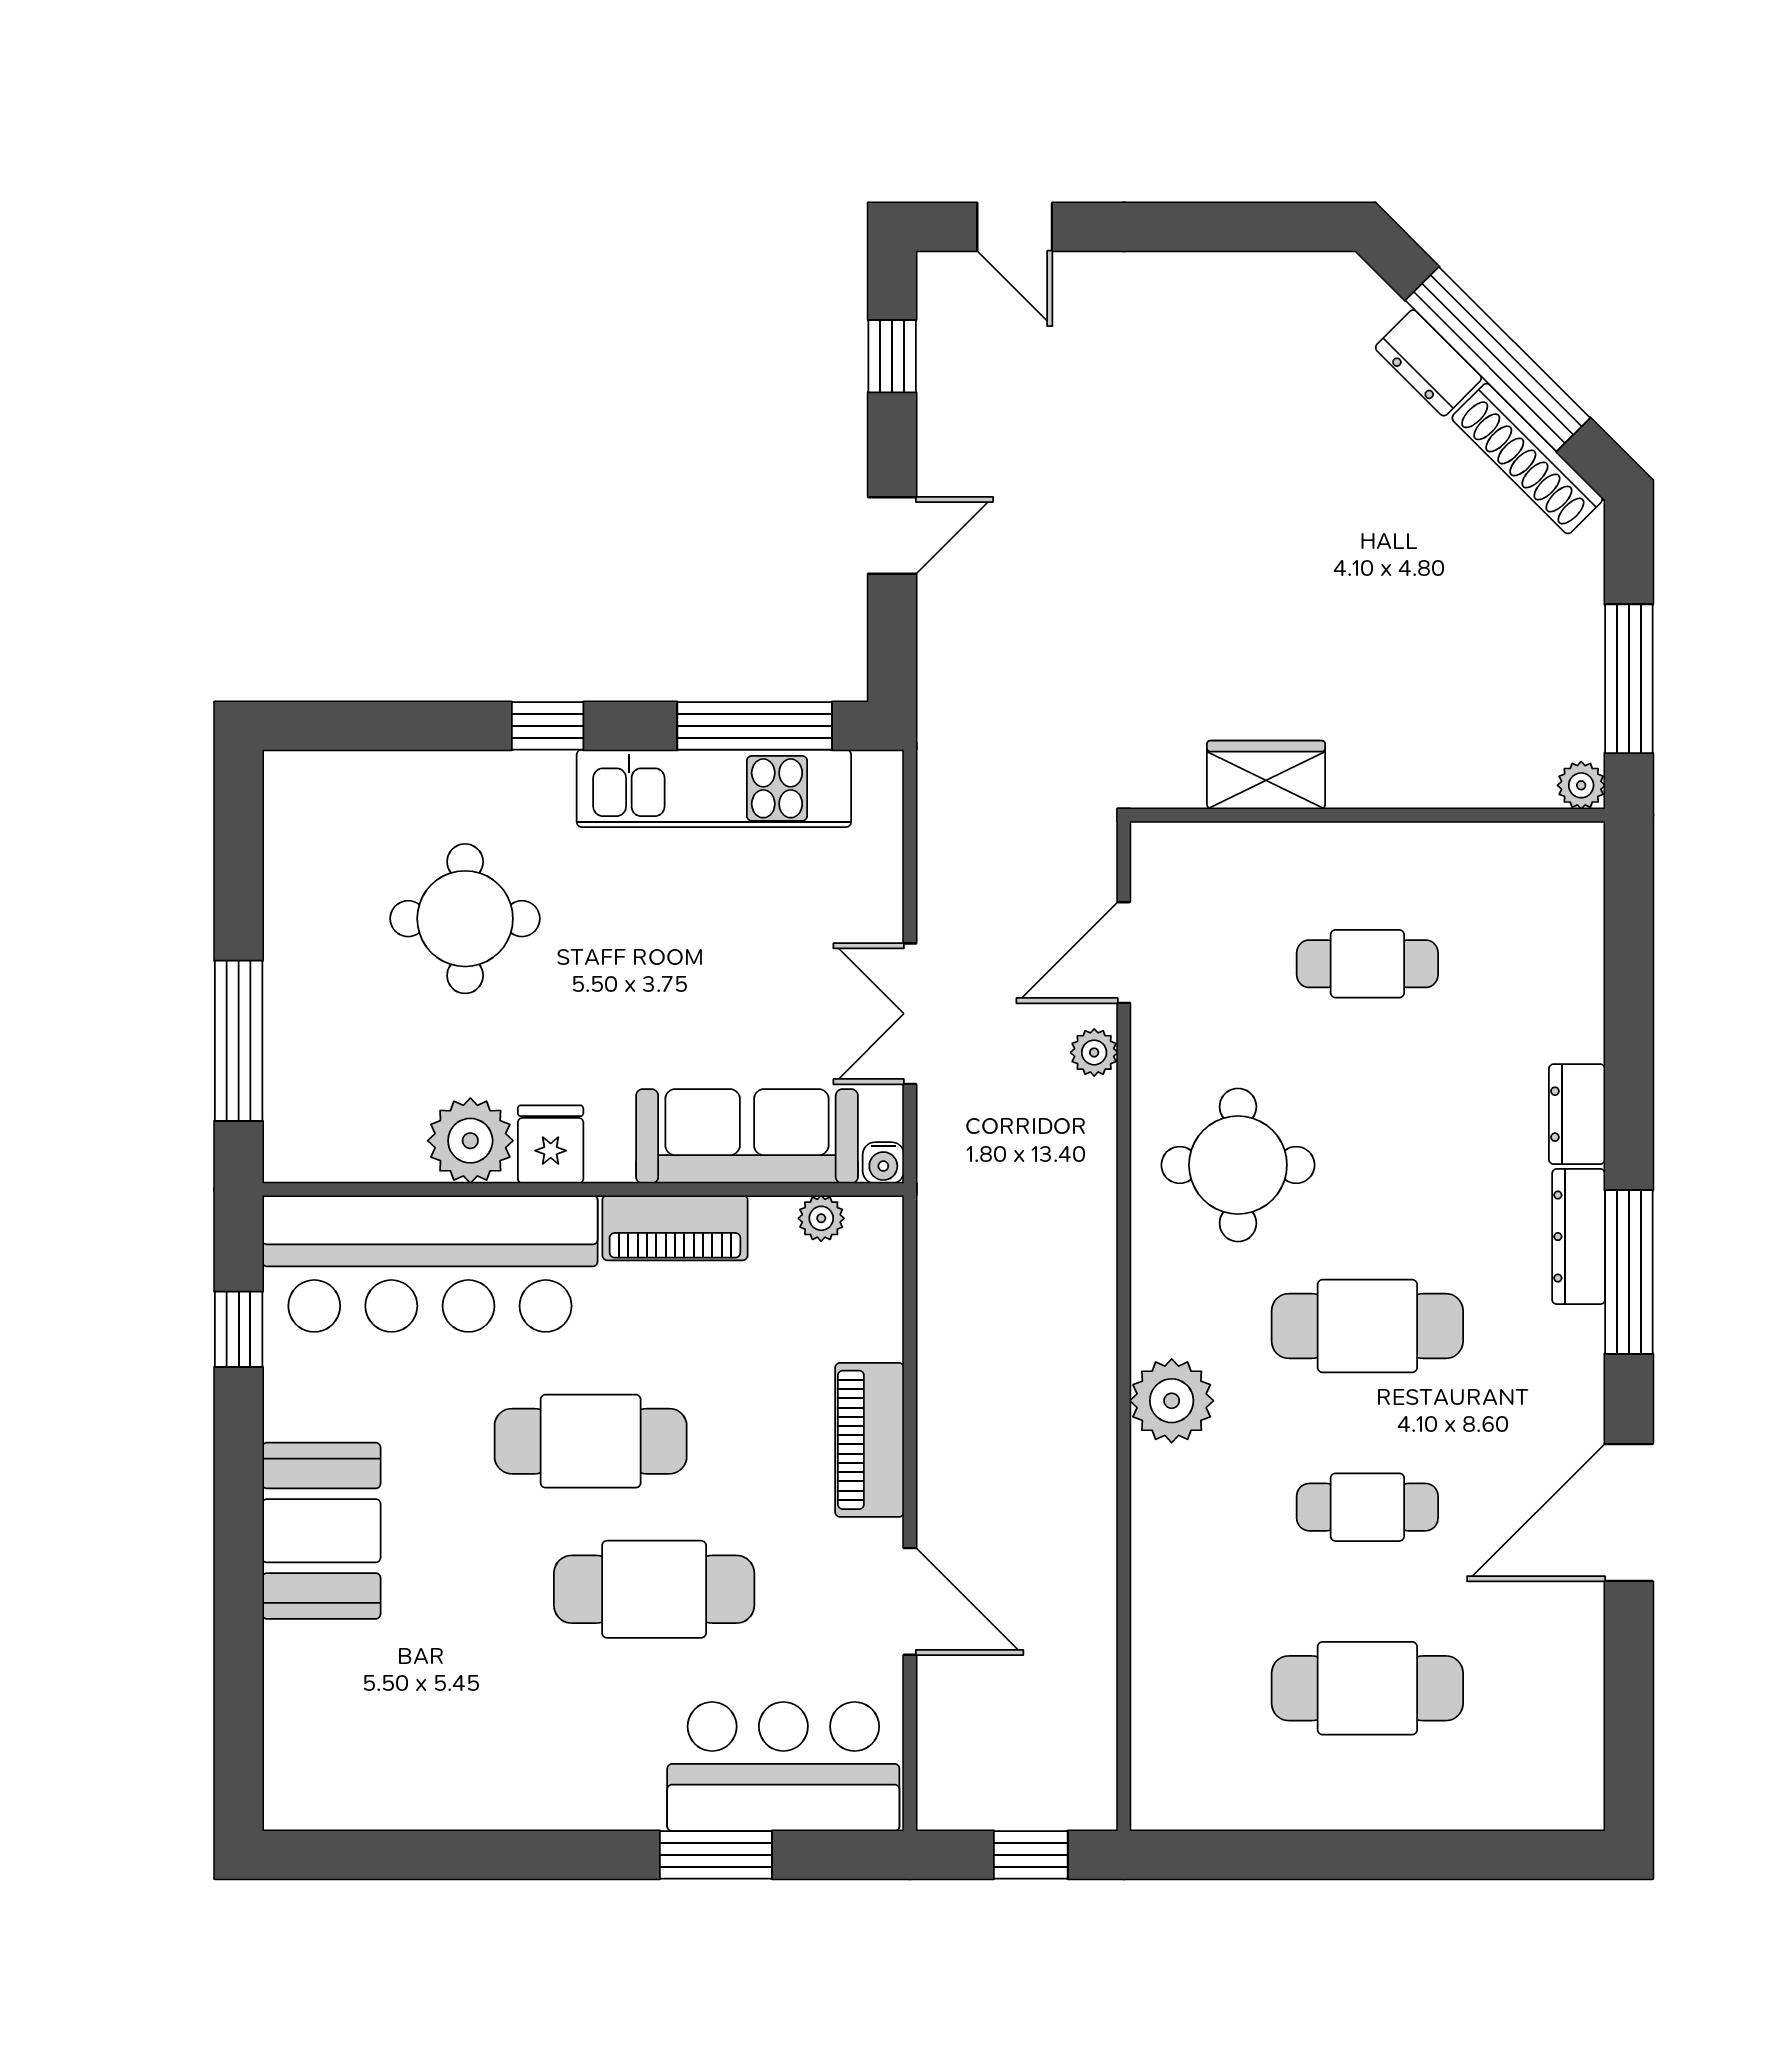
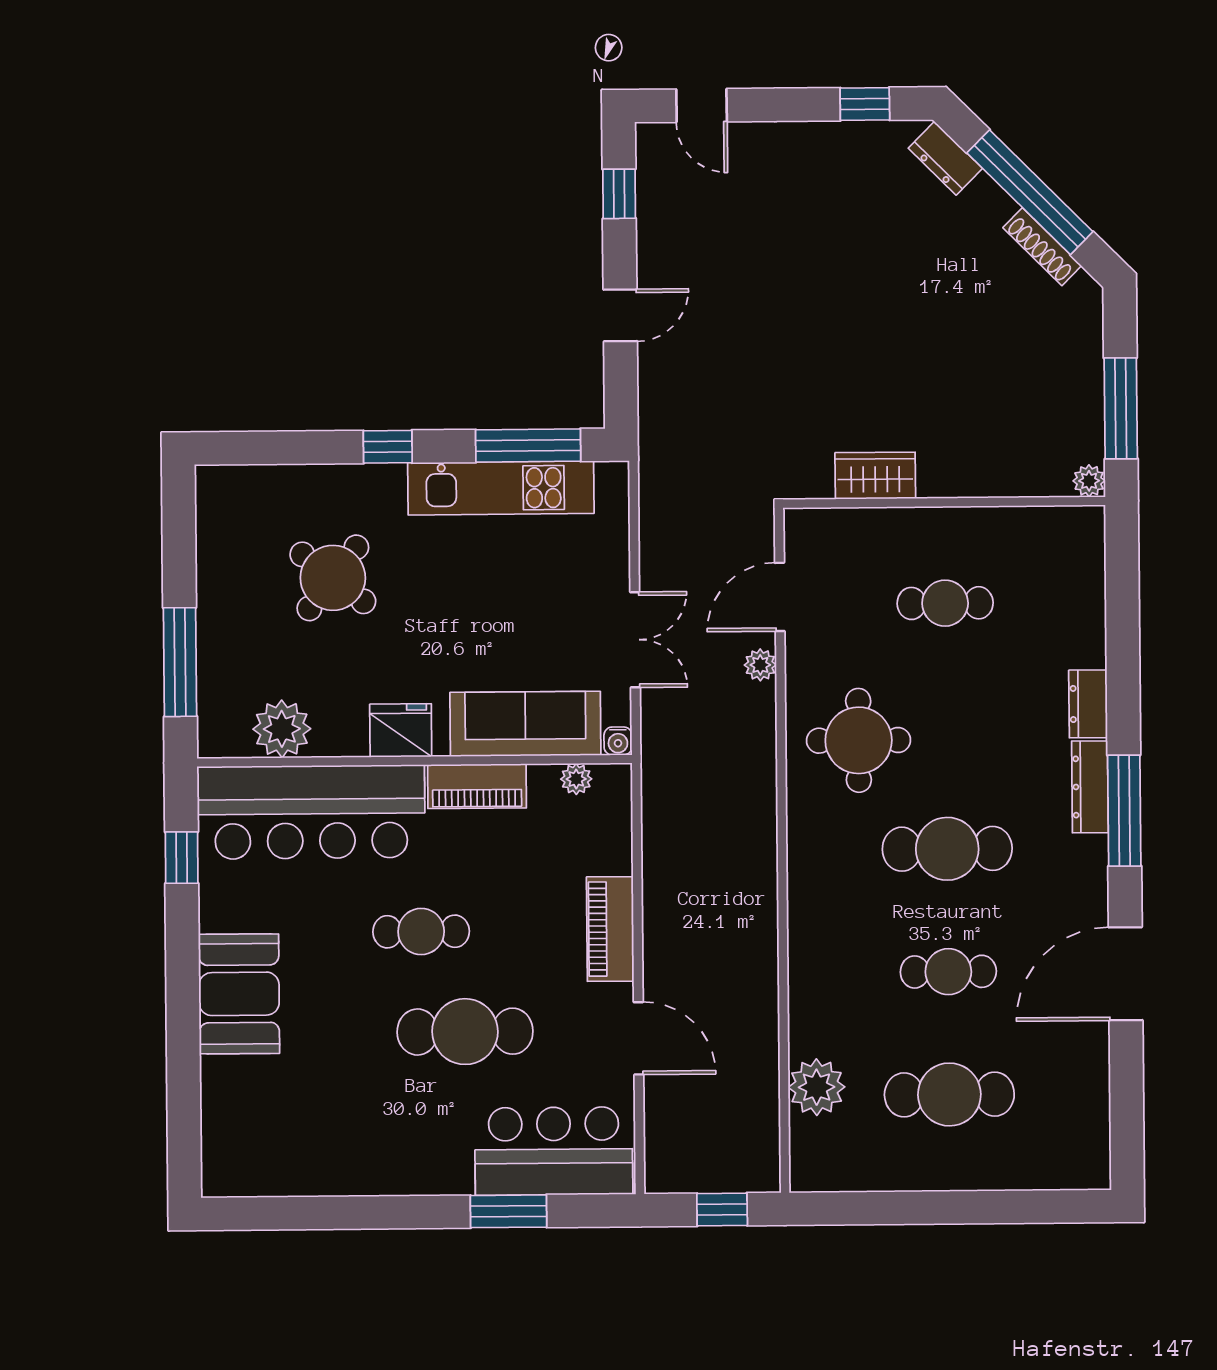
window: (1255, 227) -> (865, 104), added
dresser: (1428, 363) -> (945, 158), moved
shoe rack: (1527, 459) -> (1042, 247), width x0.74, depth x0.81
round table: (465, 919) -> (333, 578), turned 38
double door: (910, 1014) -> (635, 640), swing flipped
plant: (470, 1141) -> (282, 729), moved
fridge: (551, 1144) -> (401, 730), width x1.38
plant: (1172, 1401) -> (817, 1087), moved
cafe table: (591, 1441) -> (421, 932), width x0.73, depth x0.74

